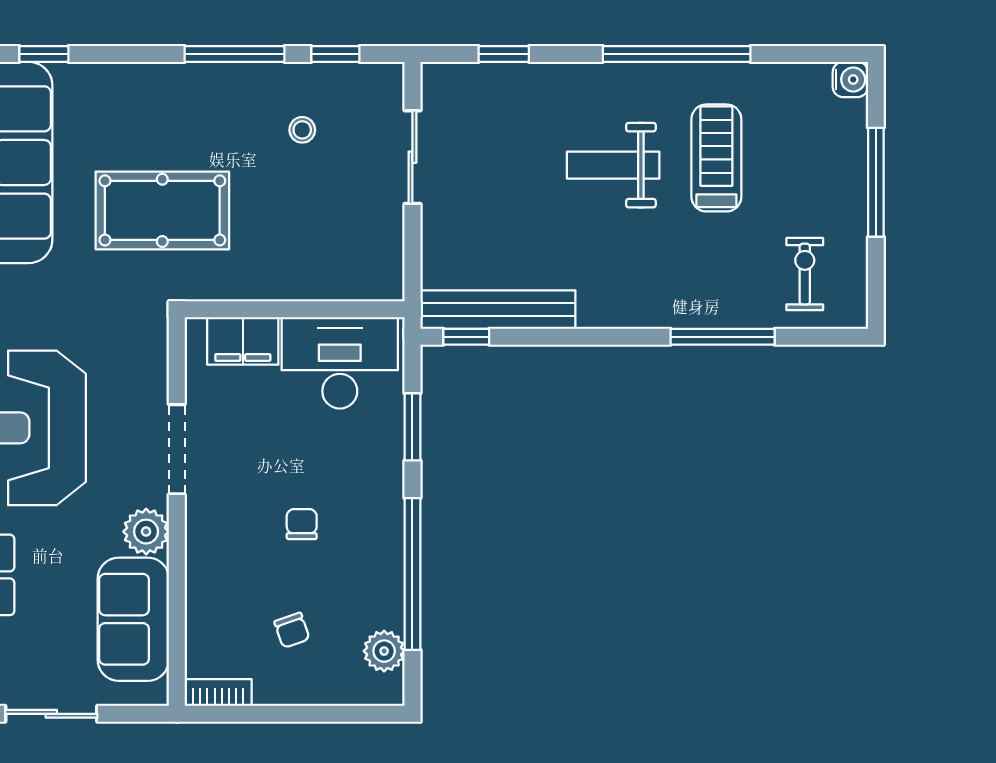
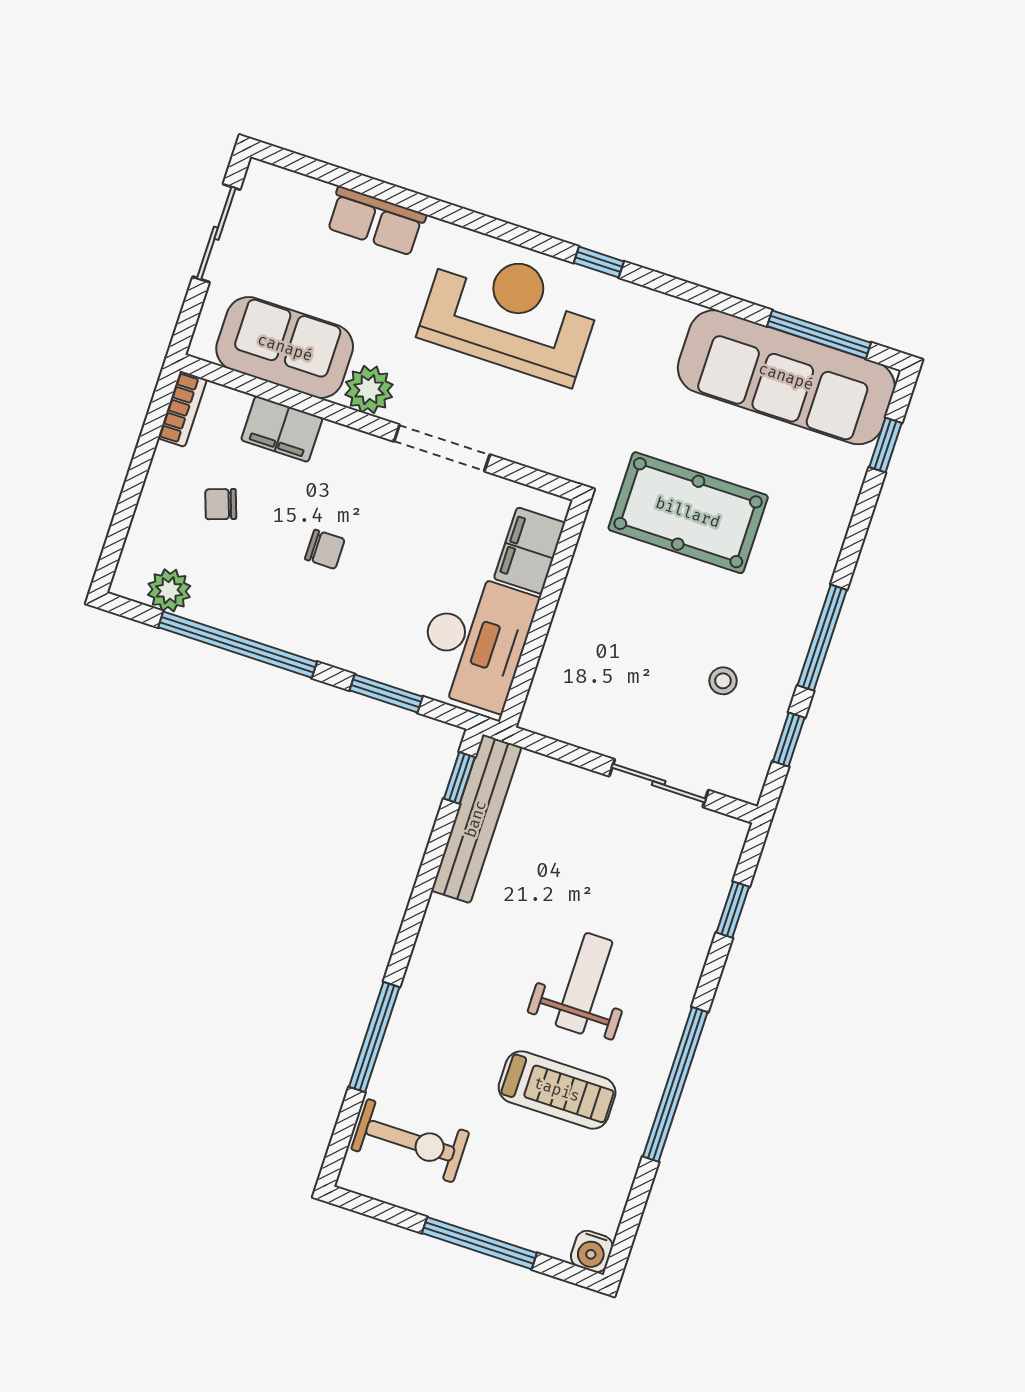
pool table: (162, 210) -> (688, 513), turned 90
exercise bike: (805, 274) -> (410, 1141), width x1.38, depth x1.39
filing cabinet: (207, 598) -> (282, 429), added

